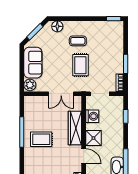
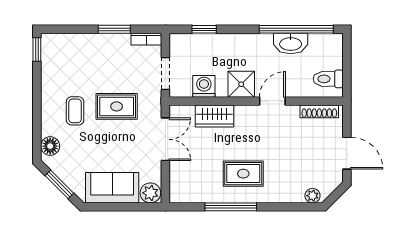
wardrobe: (75, 128) -> (215, 116), width x0.67
rug: (41, 139) -> (243, 174), turned 90

